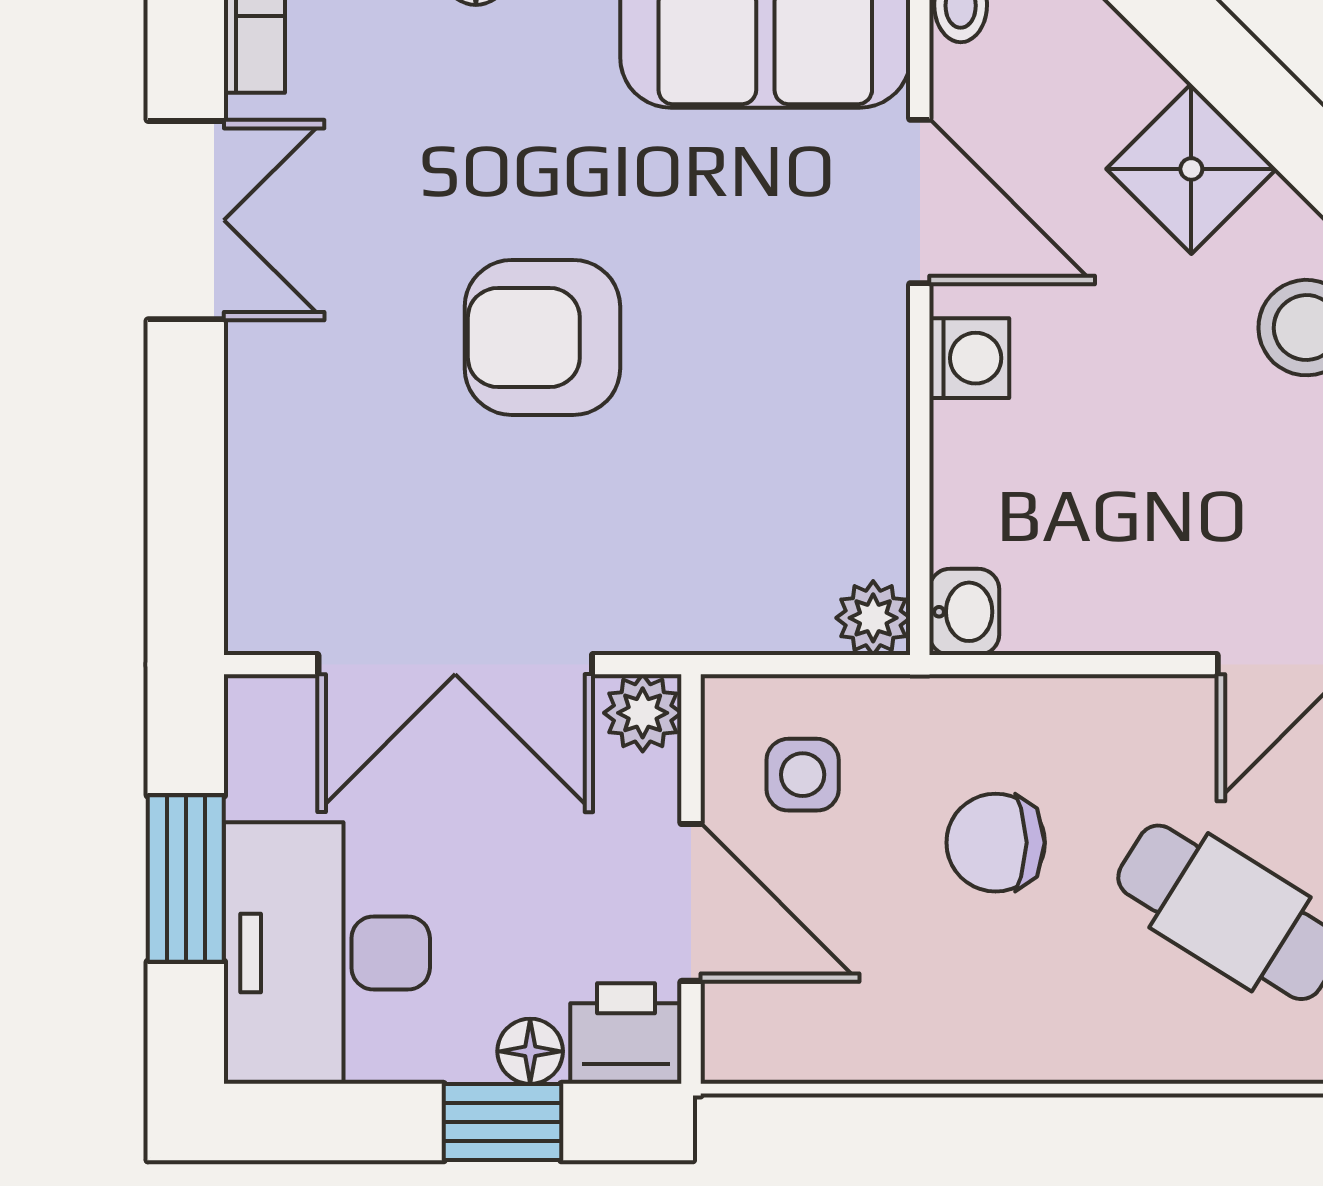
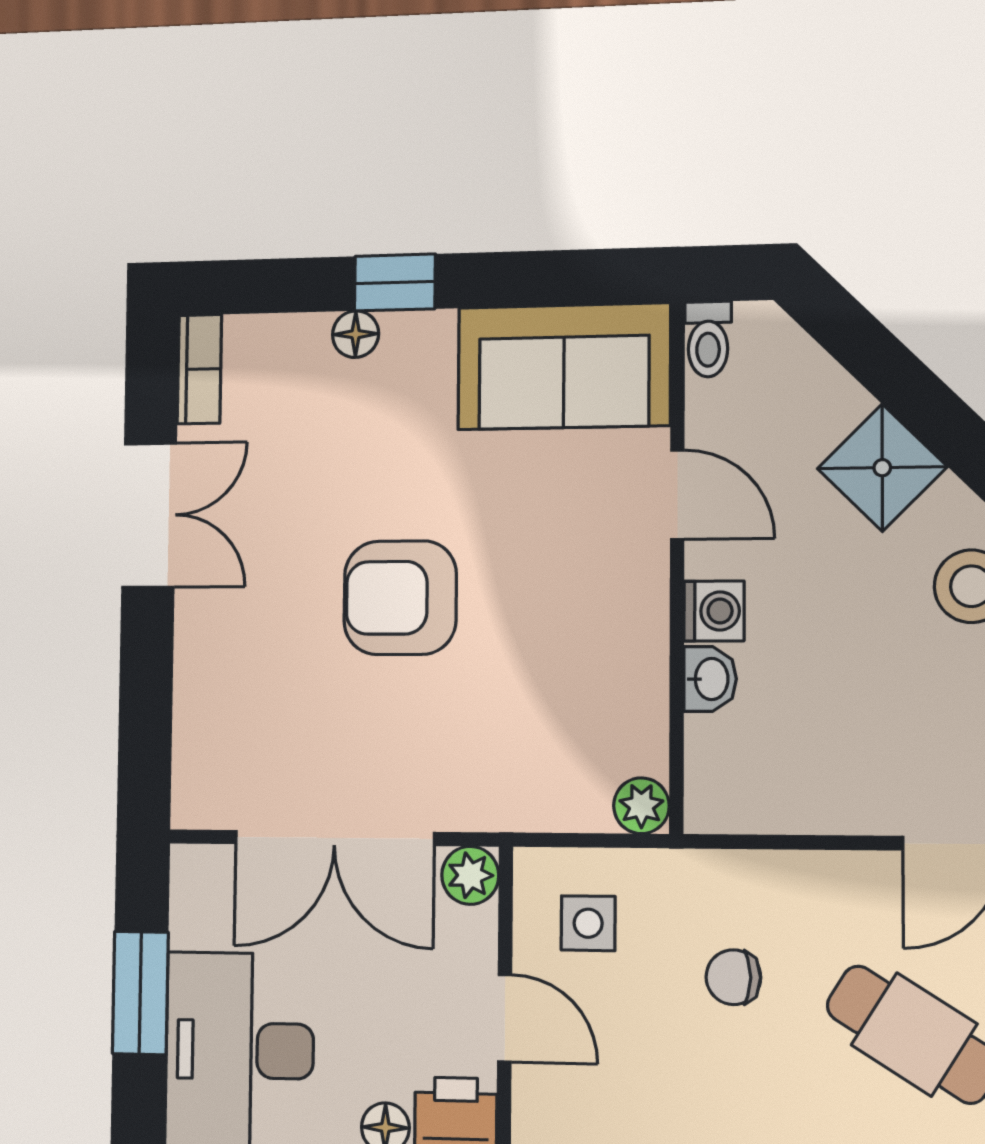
door: (920, 202) -> (677, 495), width x0.73
washbasin: (964, 612) -> (710, 679), moved
chair: (996, 843) -> (733, 977), width x0.73, depth x0.73
door: (691, 902) -> (505, 1018), width x0.73

